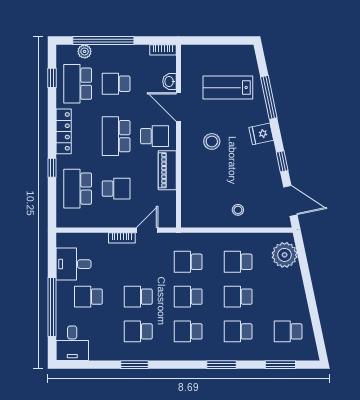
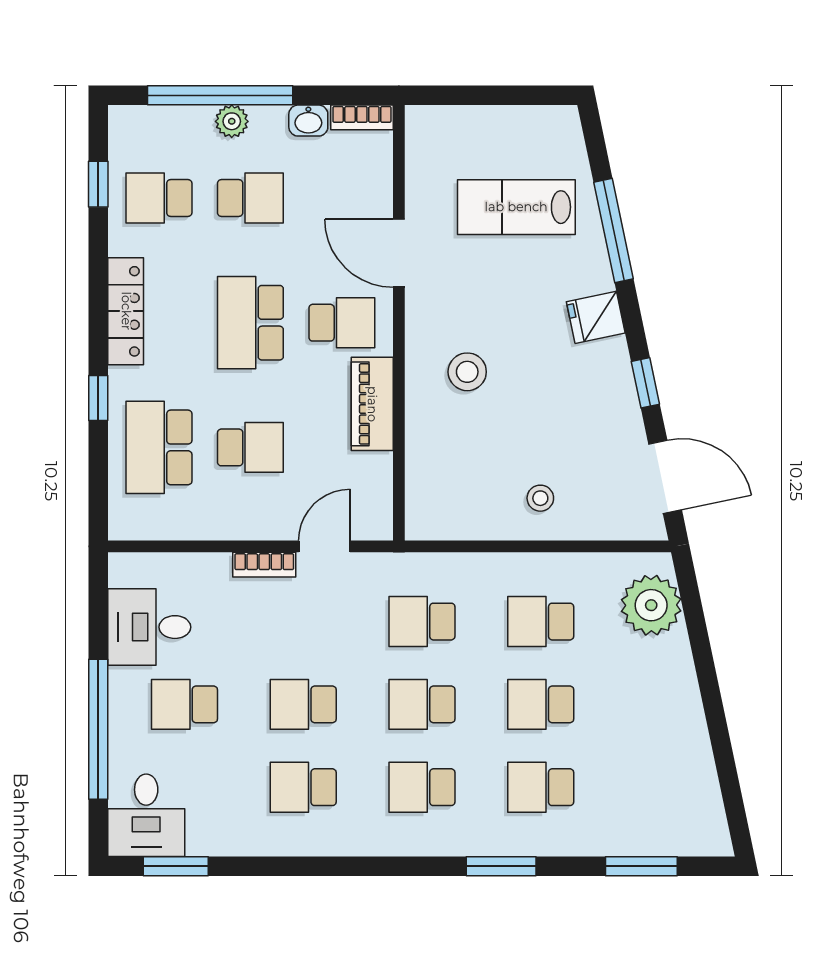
plant: (85, 51) -> (232, 121), moved
washbasin: (169, 81) -> (308, 121), moved, turned -90
school desk: (78, 84) -> (159, 198), width x0.54
school desk: (116, 84) -> (250, 198), turned 180
stool: (212, 141) -> (467, 372), moved
school desk: (288, 331) -> (659, 787), removed
window: (135, 365) -> (176, 866), moved

